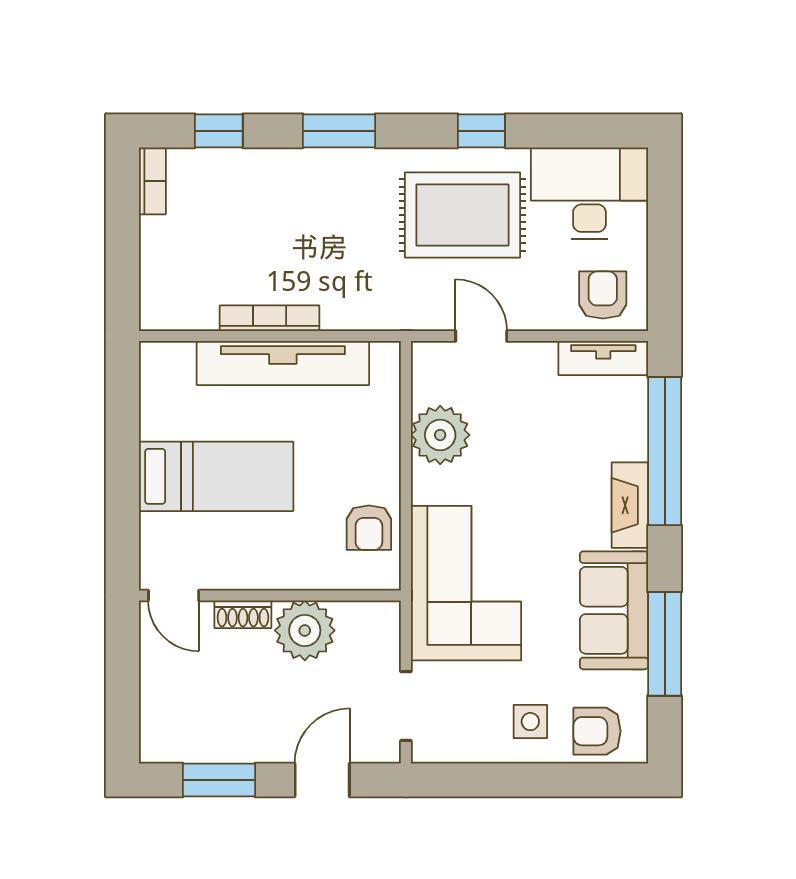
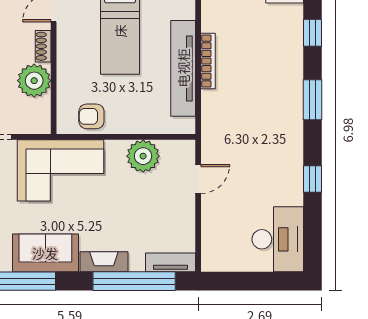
rug: (463, 215) -> (266, 169), removed
armchair: (603, 295) -> (221, 247), removed
tv unit: (603, 358) -> (171, 262), moved, turned 90

